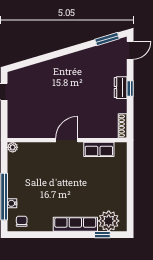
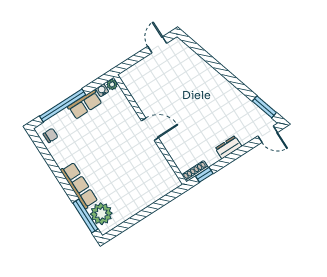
window: (130, 88) -> (204, 175), moved
row of seats: (99, 149) -> (85, 105), moved, turned -90
water cooler: (12, 203) -> (102, 90), moved
window: (102, 235) -> (85, 216), width x2.17

